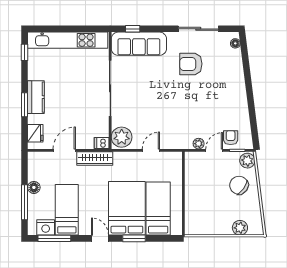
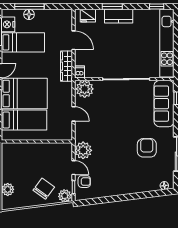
plant: (199, 144) -> (83, 150), width x1.87, depth x1.87
floor lamp: (34, 187) -> (29, 14), moved

